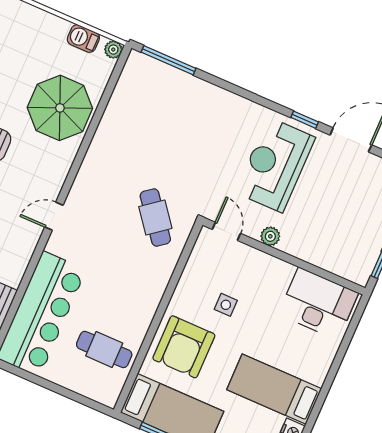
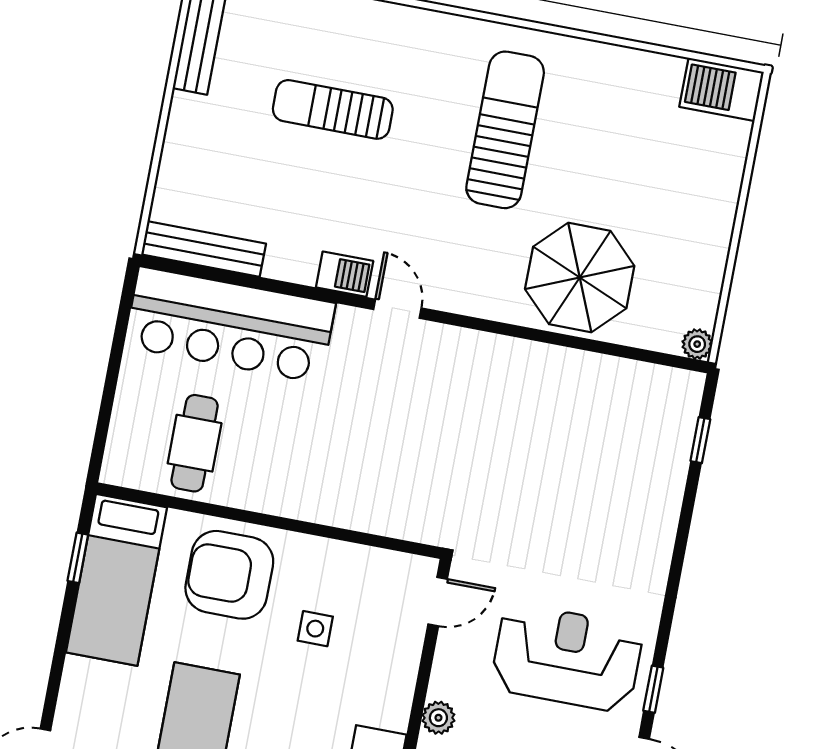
barbecue: (83, 39) -> (345, 274), moved, turned 90
window: (169, 60) -> (700, 440), width x0.46
cafe table: (155, 217) -> (434, 478), removed
plant: (270, 236) -> (438, 718), moved

